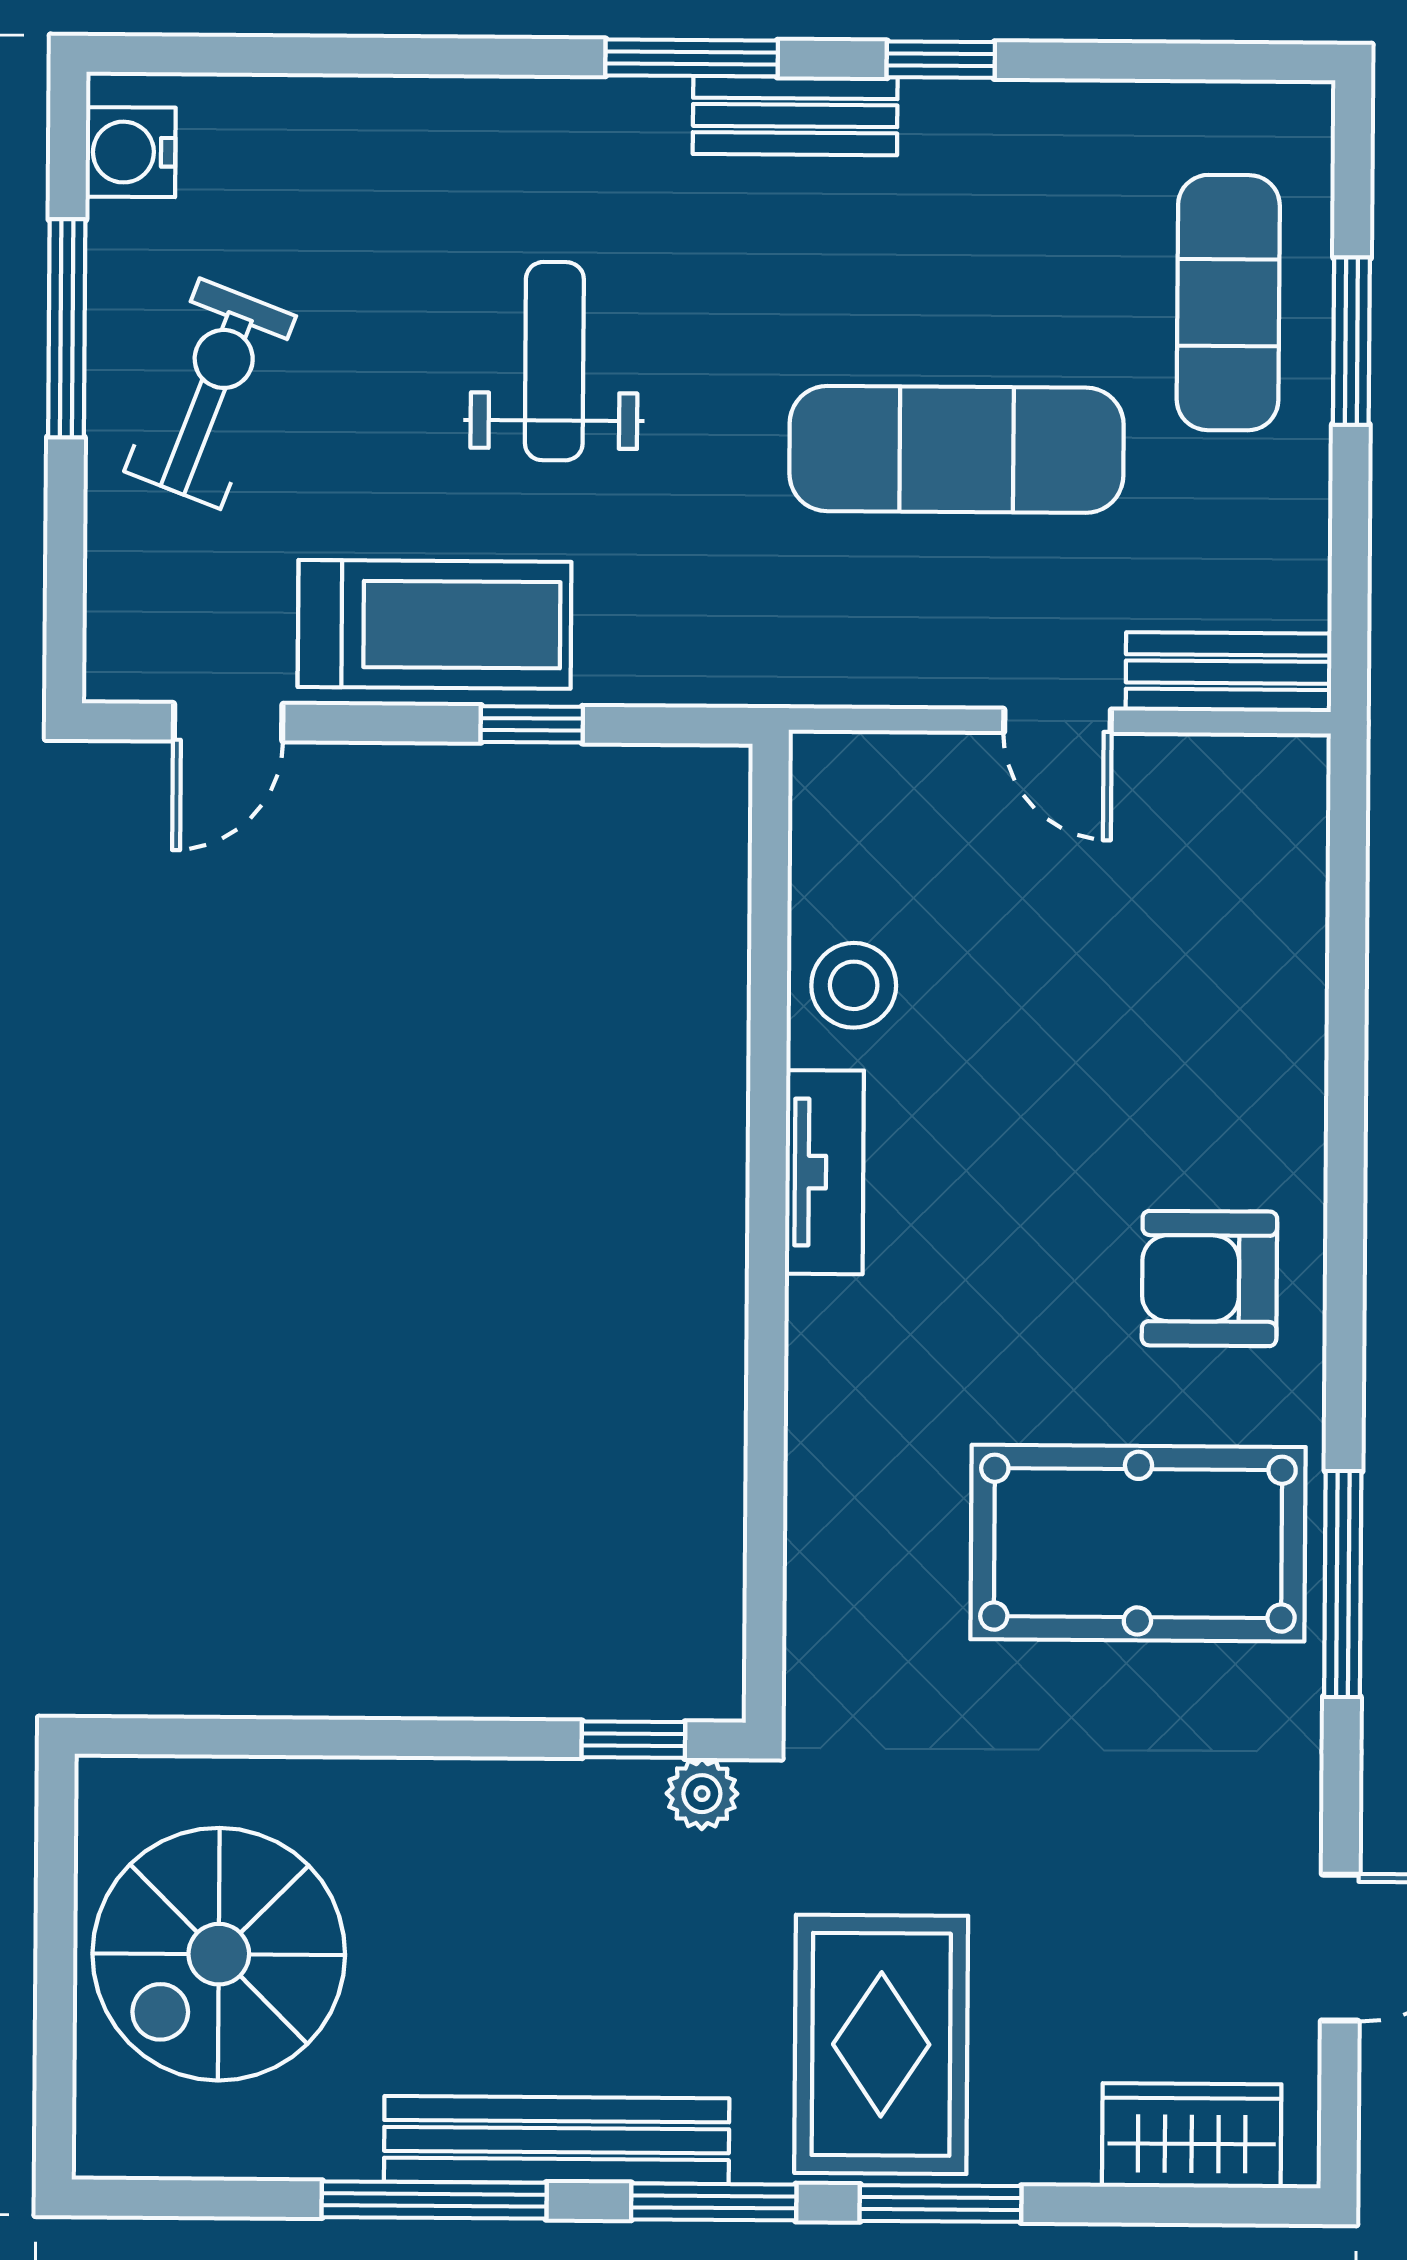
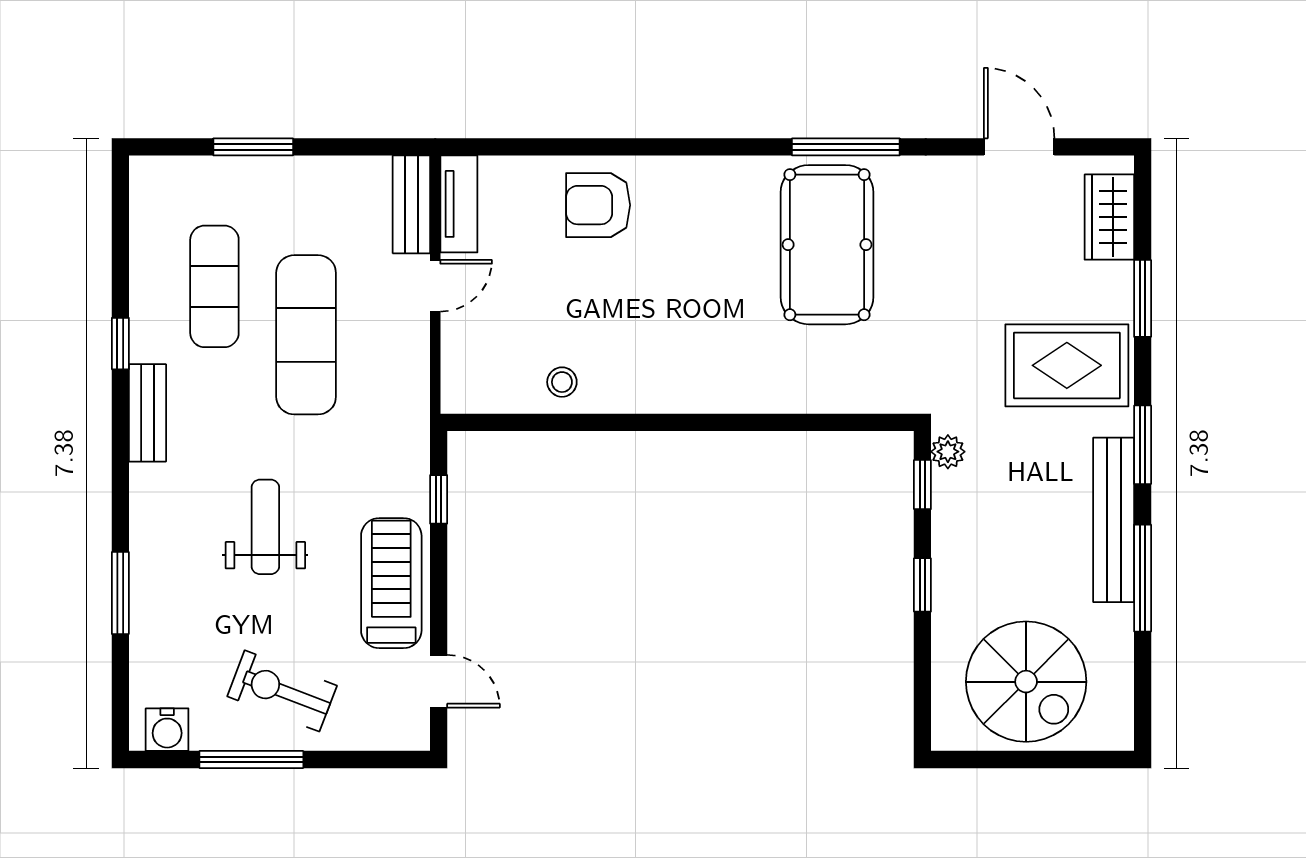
window: (692, 58) -> (120, 593), moved
exercise mat: (1228, 303) -> (214, 286), moved, turned 90
weight bench: (554, 361) -> (265, 527), turned 90
window: (532, 724) -> (439, 499), moved
stool: (854, 985) -> (562, 382), width x0.73, depth x0.73
tv unit: (824, 1172) -> (459, 204), moved, turned 90
armchair: (1209, 1278) -> (598, 205), moved, turned 90
window: (423, 1738) -> (922, 585), added
window: (941, 2204) -> (1143, 298), moved

